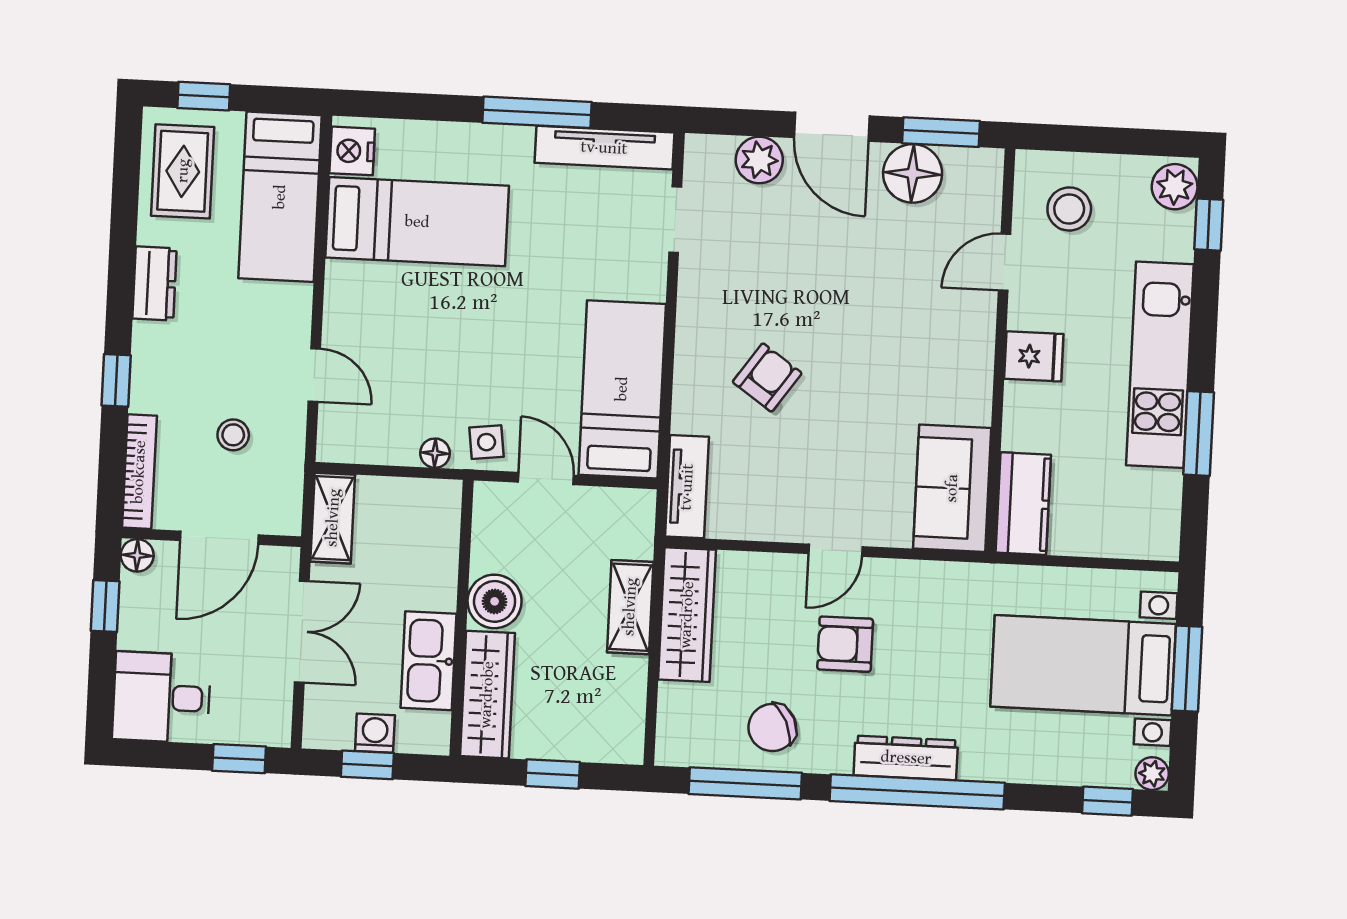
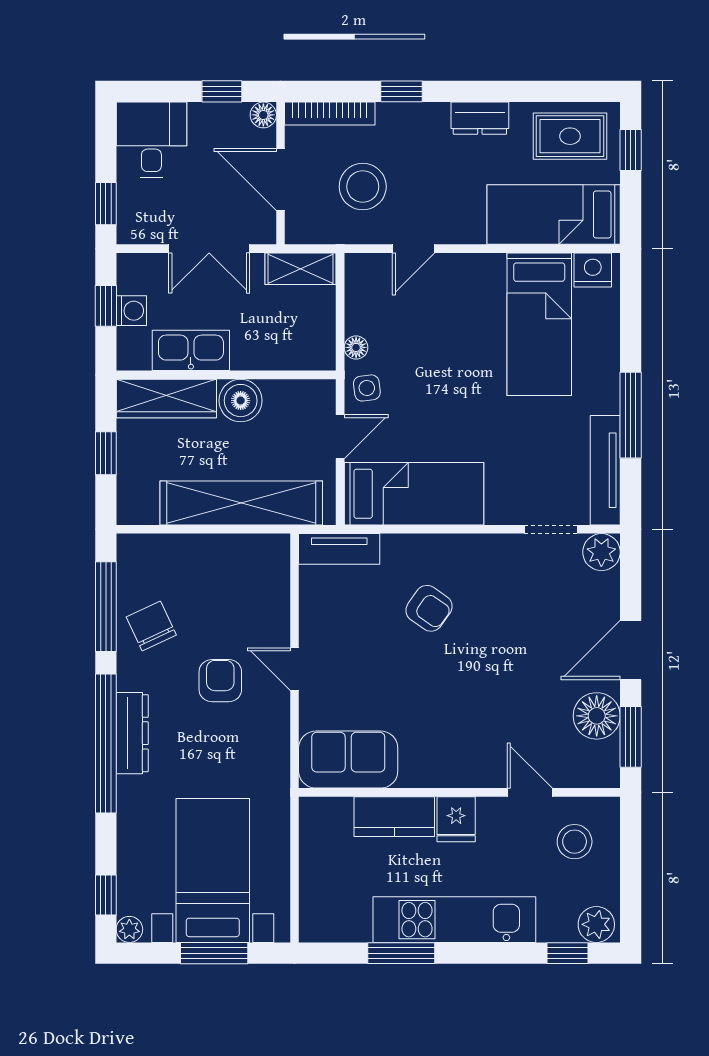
plant: (759, 160) -> (601, 552), moved
stool: (233, 435) -> (363, 187), width x1.89, depth x1.89
kitchen counter: (1023, 504) -> (394, 817), moved
shelving: (630, 607) -> (241, 503), width x2.20, depth x1.33
wardrobe: (687, 615) -> (238, 554), removed

